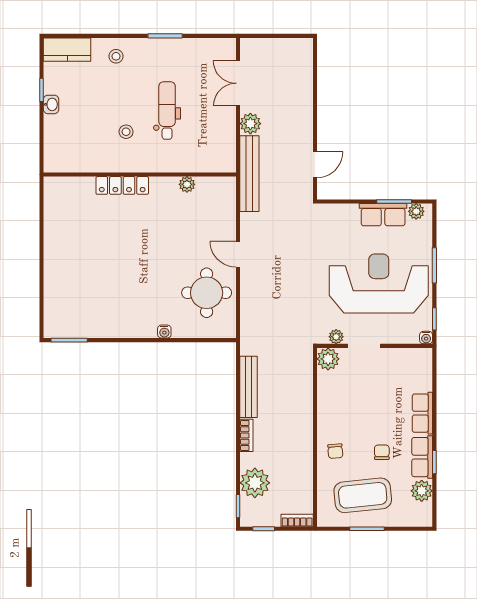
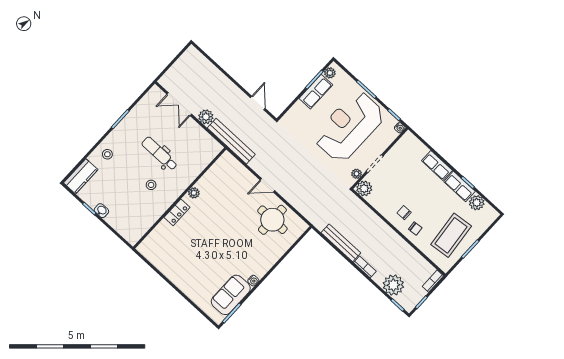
plant: (187, 184) -> (194, 193), moved
locker: (122, 185) -> (177, 212), width x0.66
sofa: (87, 322) -> (231, 295), added
water cooler: (164, 332) -> (253, 281), moved
chair: (382, 452) -> (404, 213), moved

